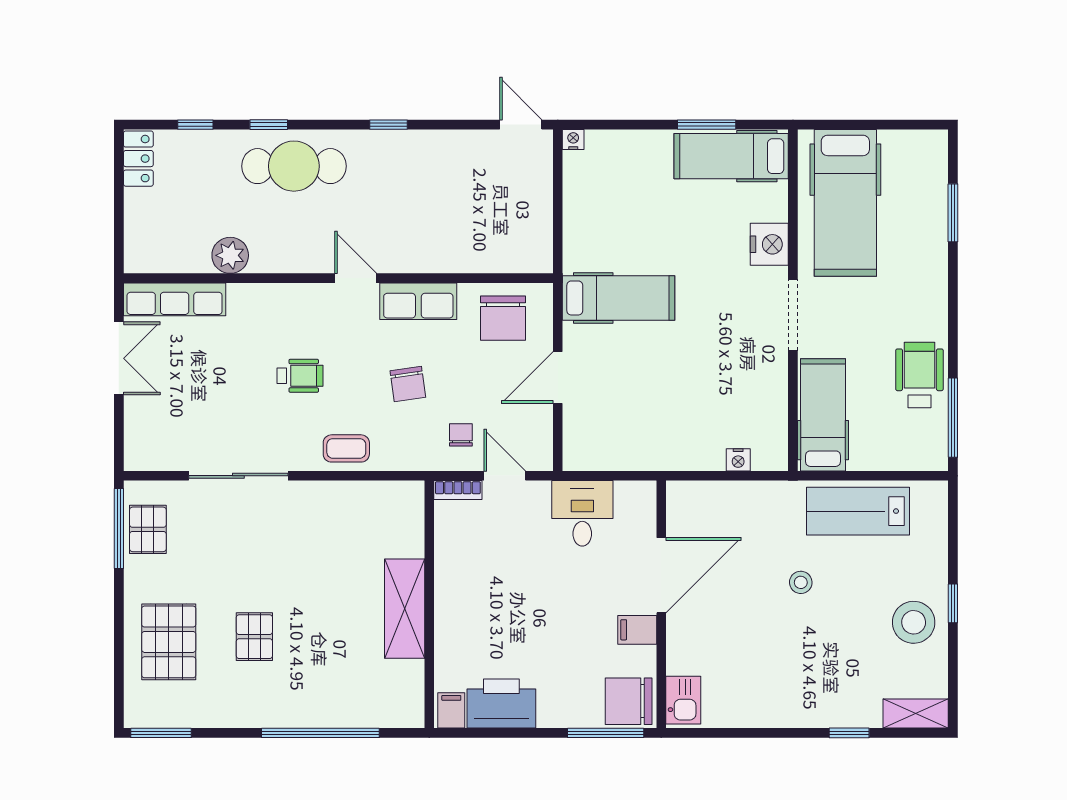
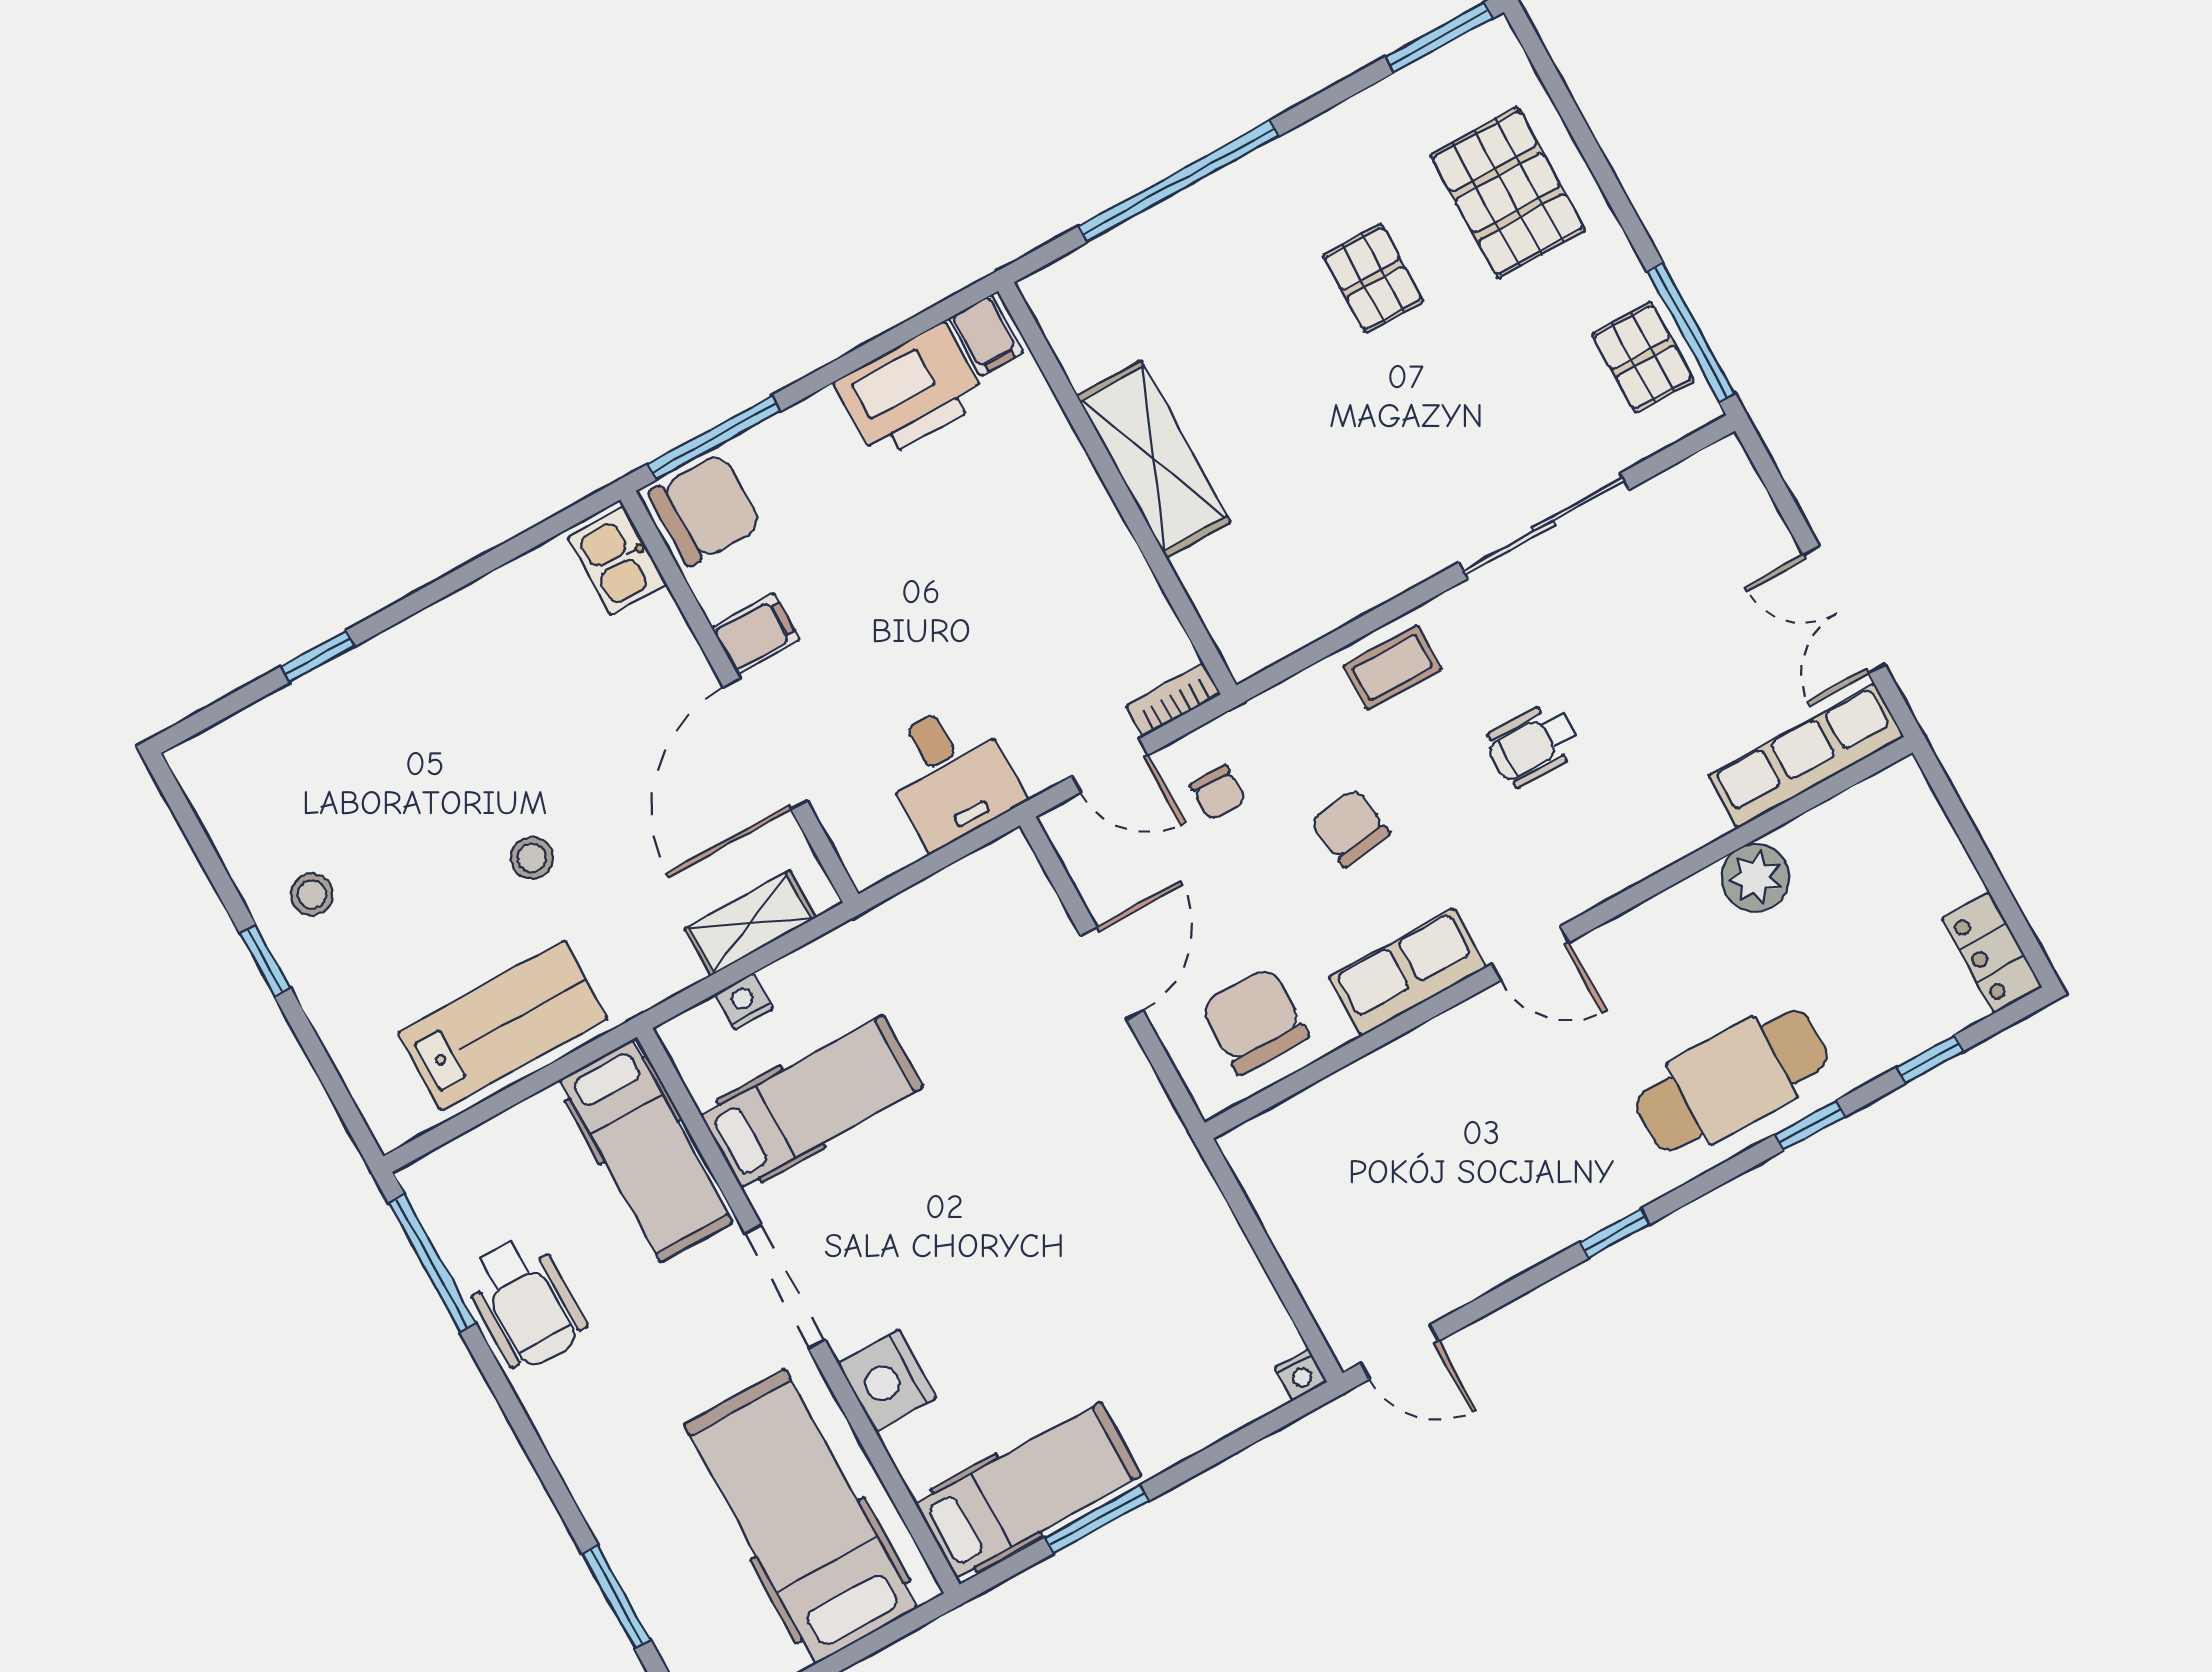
hospital bed: (619, 298) -> (812, 1101), moved, turned 180
stool: (914, 622) -> (312, 895), width x0.53, depth x0.53
shelving: (916, 714) -> (750, 923), moved

